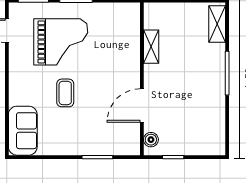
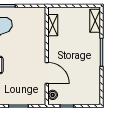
shelving: (151, 47) -> (53, 25), moved
door: (142, 105) -> (47, 73), swing flipped

